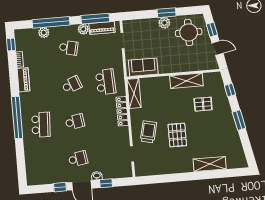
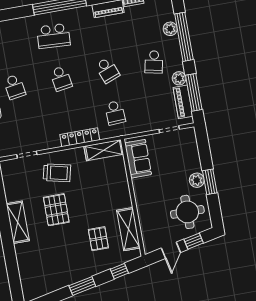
shelving: (186, 81) -> (128, 229), moved
school desk: (106, 82) -> (115, 113), width x0.54
pallet: (177, 135) -> (56, 210), turned 90
shelving: (210, 164) -> (18, 222), moved

